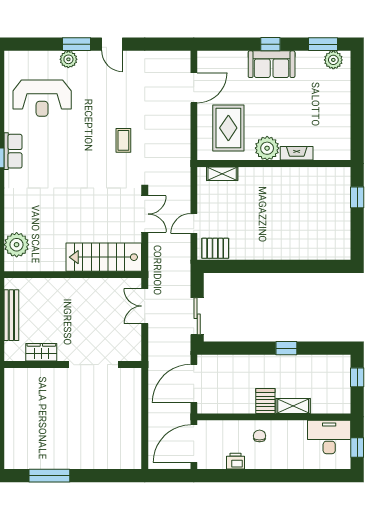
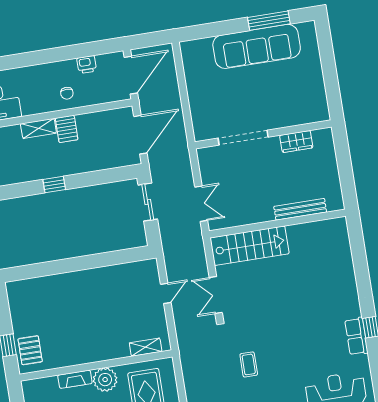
plant: (17, 245) -> (338, 244), removed
pallet: (215, 248) -> (30, 350), moved, turned 90
bench: (11, 315) -> (300, 209), moved, turned 90
sofa: (66, 452) -> (257, 46), added

